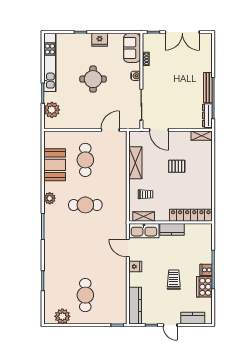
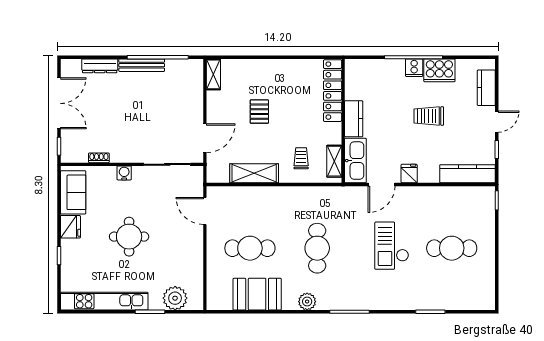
sofa: (132, 48) -> (73, 192), moved, turned -90
dresser: (207, 116) -> (100, 66), moved
checkout: (87, 255) -> (392, 246), added
plant: (62, 316) -> (484, 282), removed

